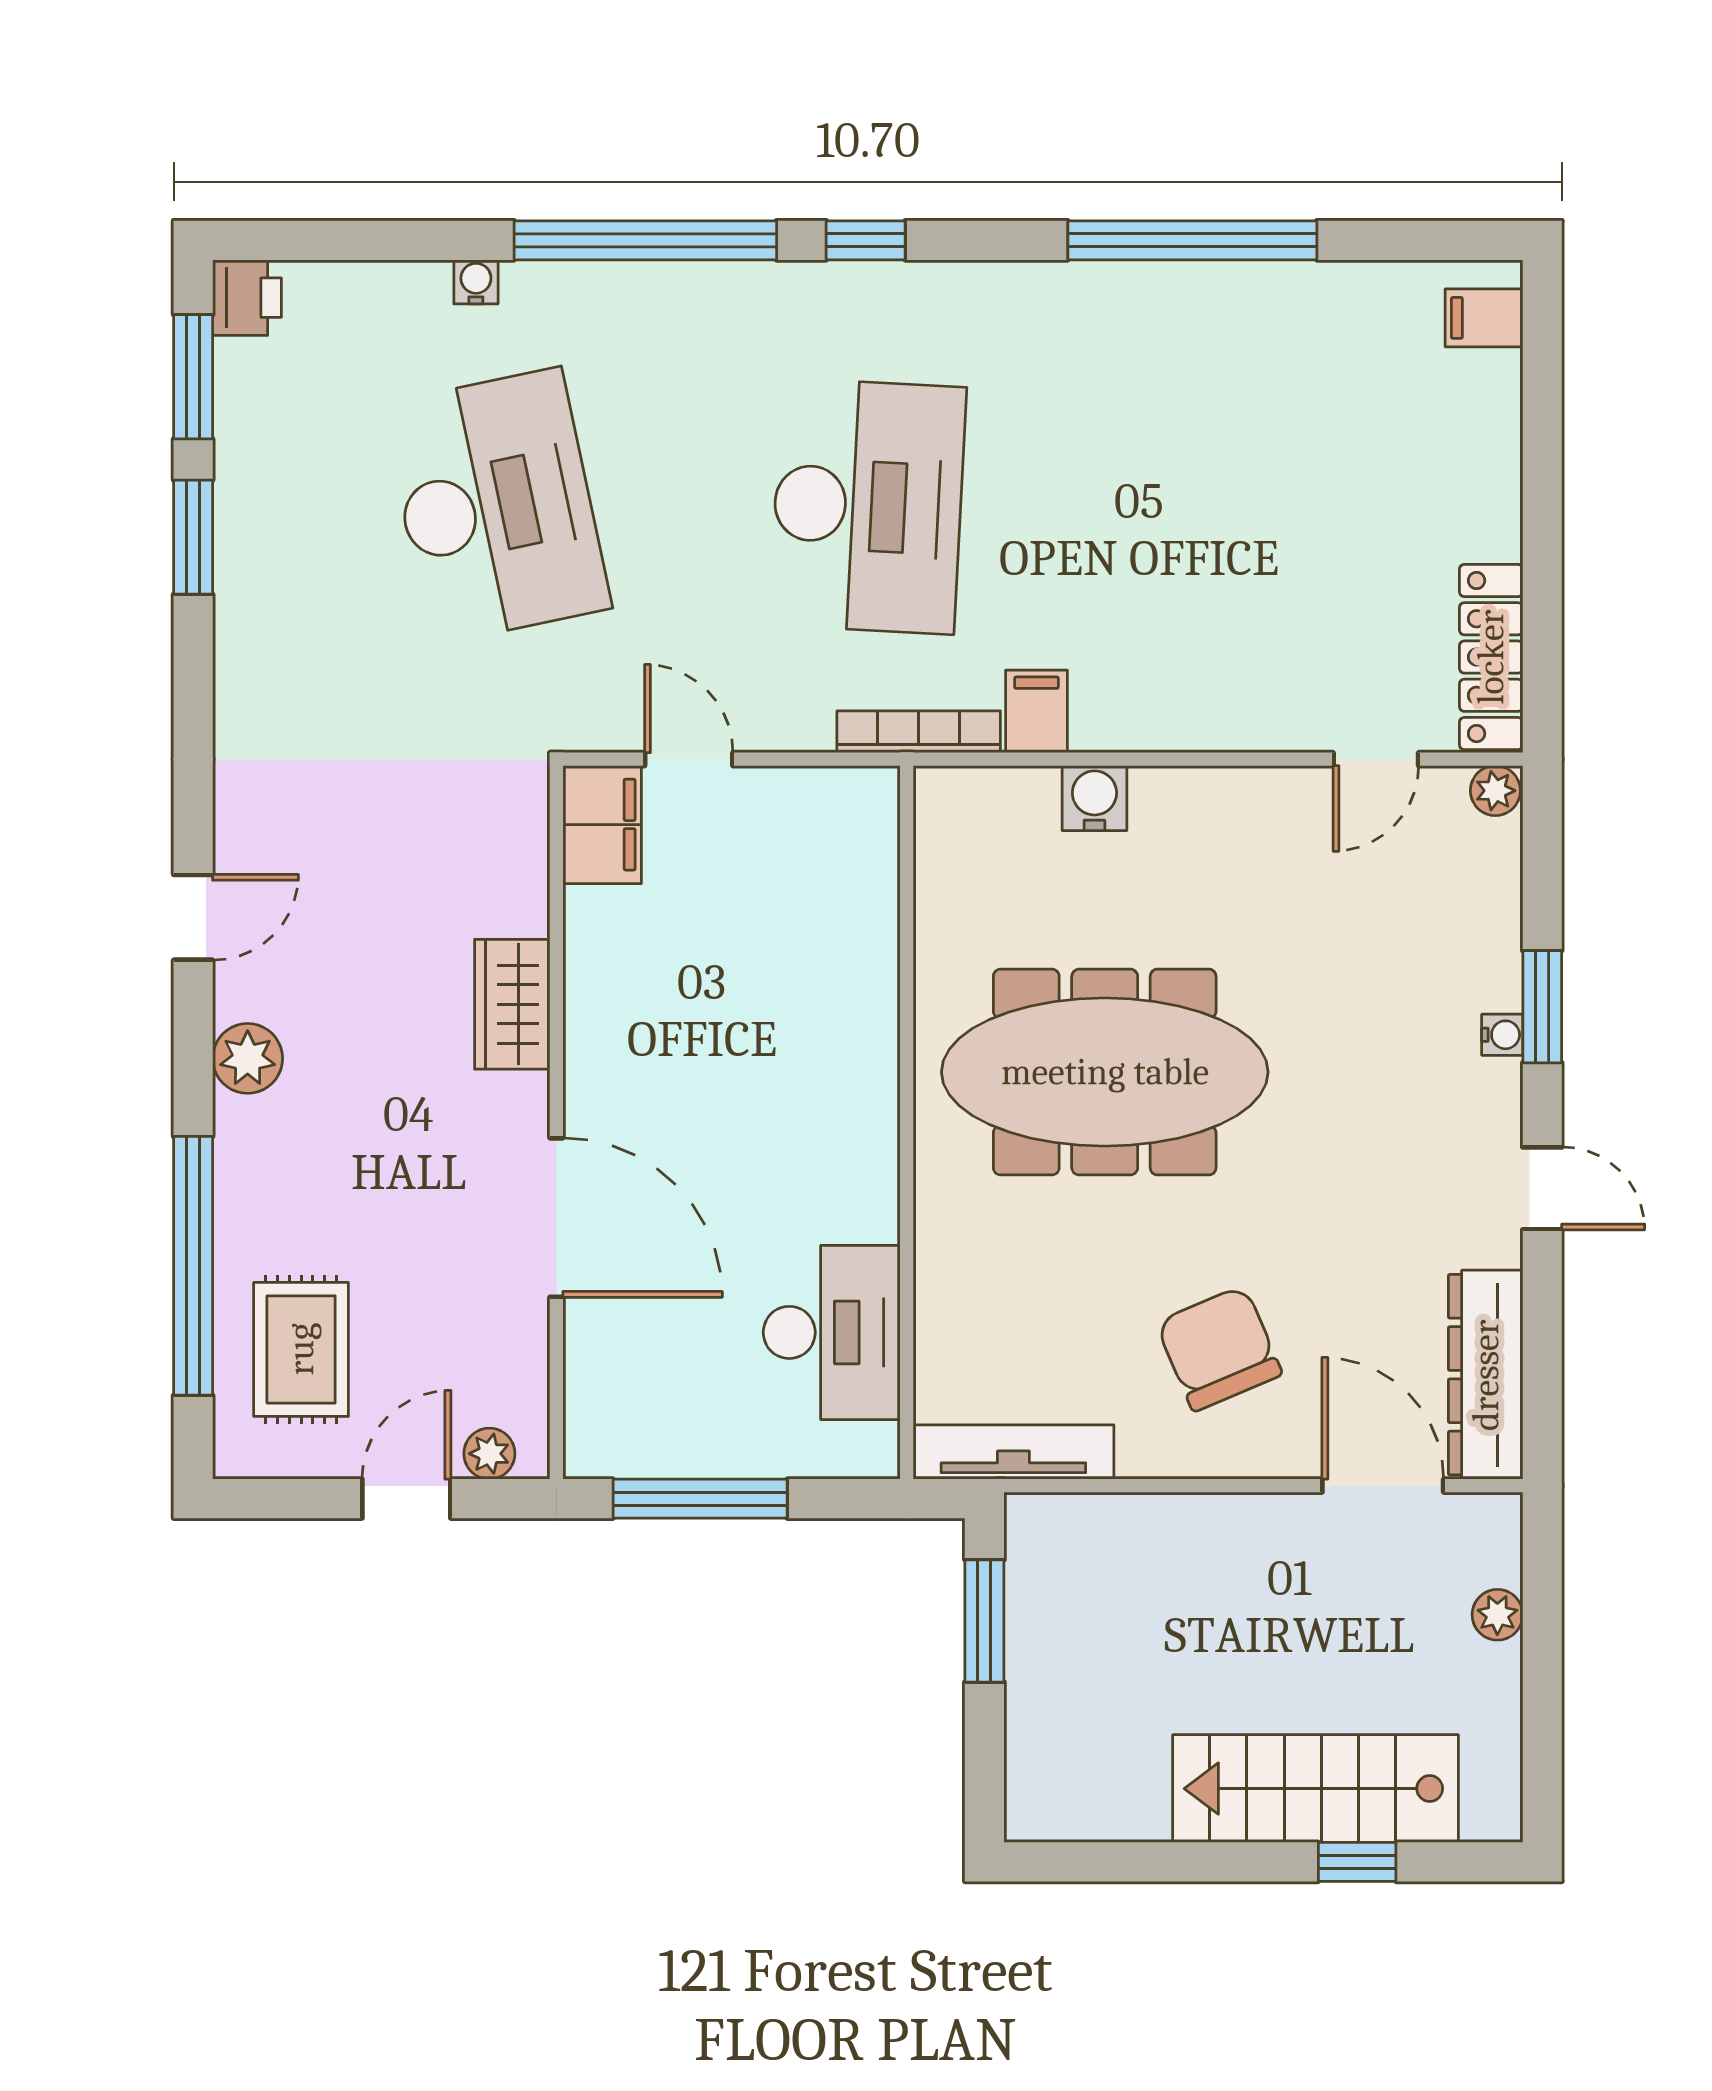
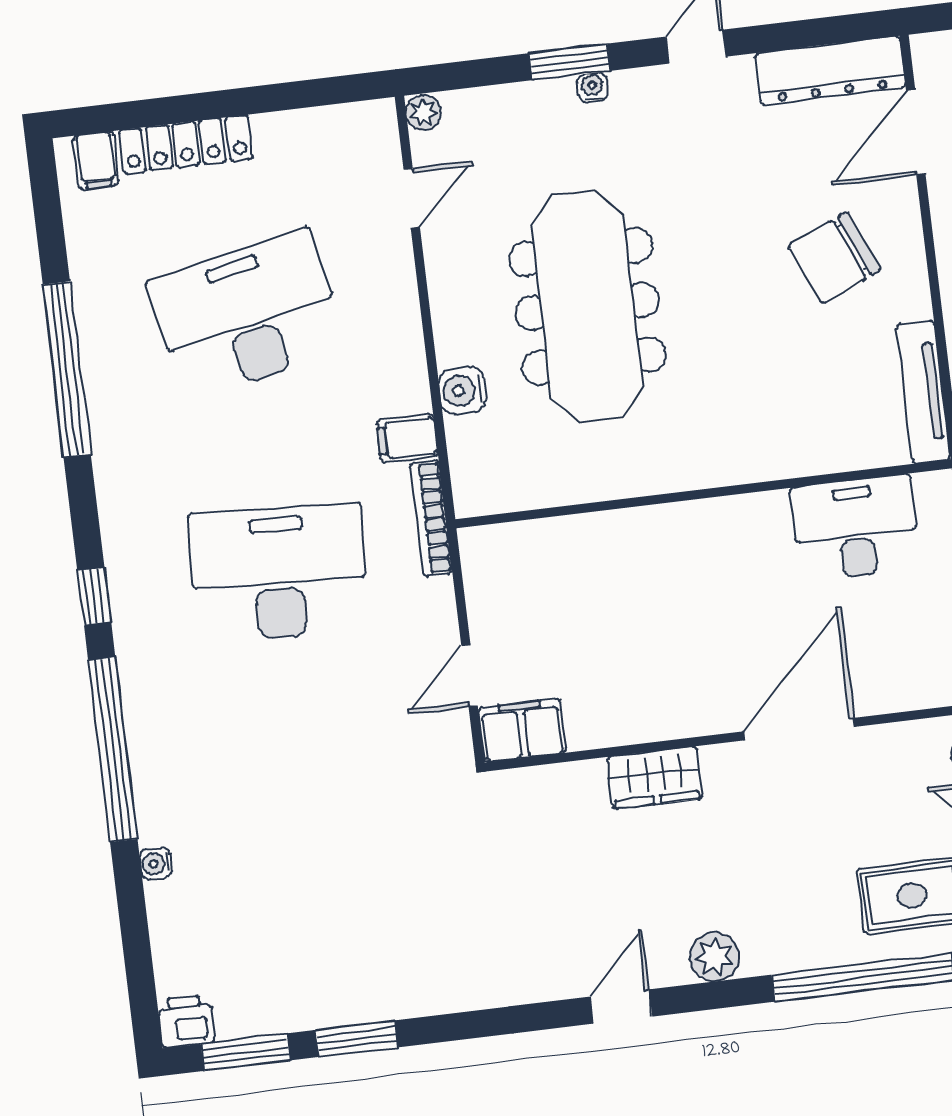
desk: (496, 506) -> (248, 315), moved
locker: (1491, 657) -> (186, 144), moved
door: (1376, 759) -> (412, 198), hinge flipped
door: (193, 917) -> (621, 1007), hinge flipped
meeting table: (1105, 1072) -> (587, 307), moved

